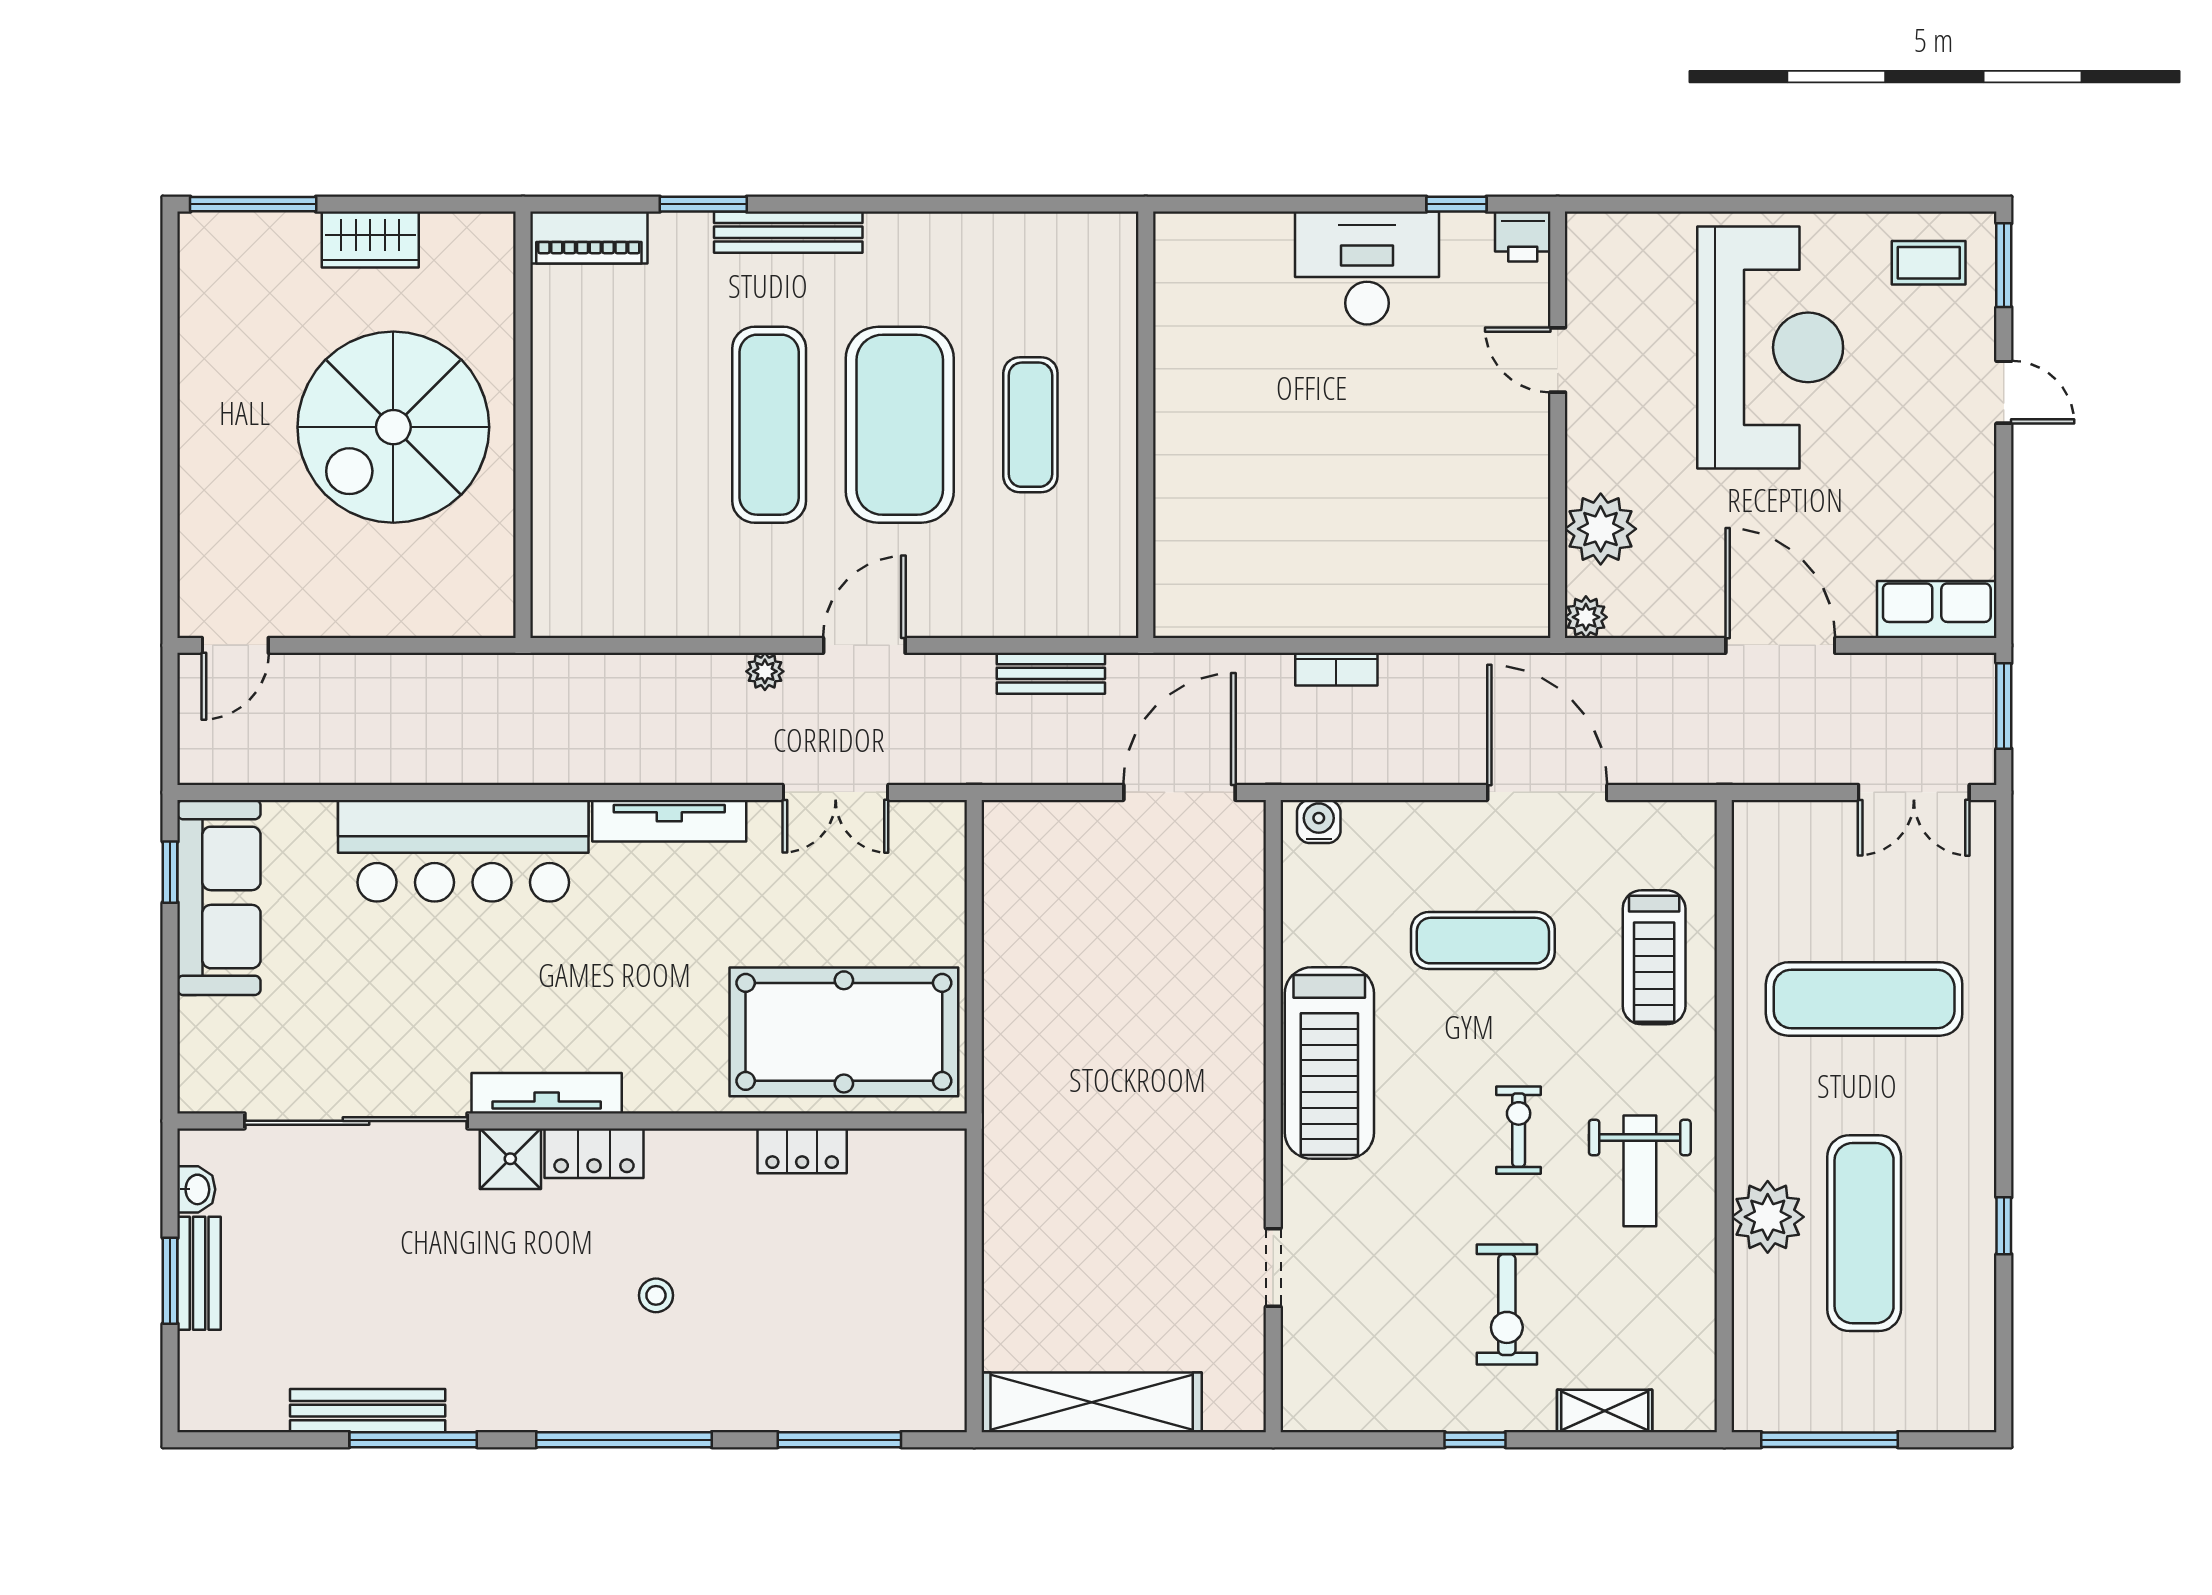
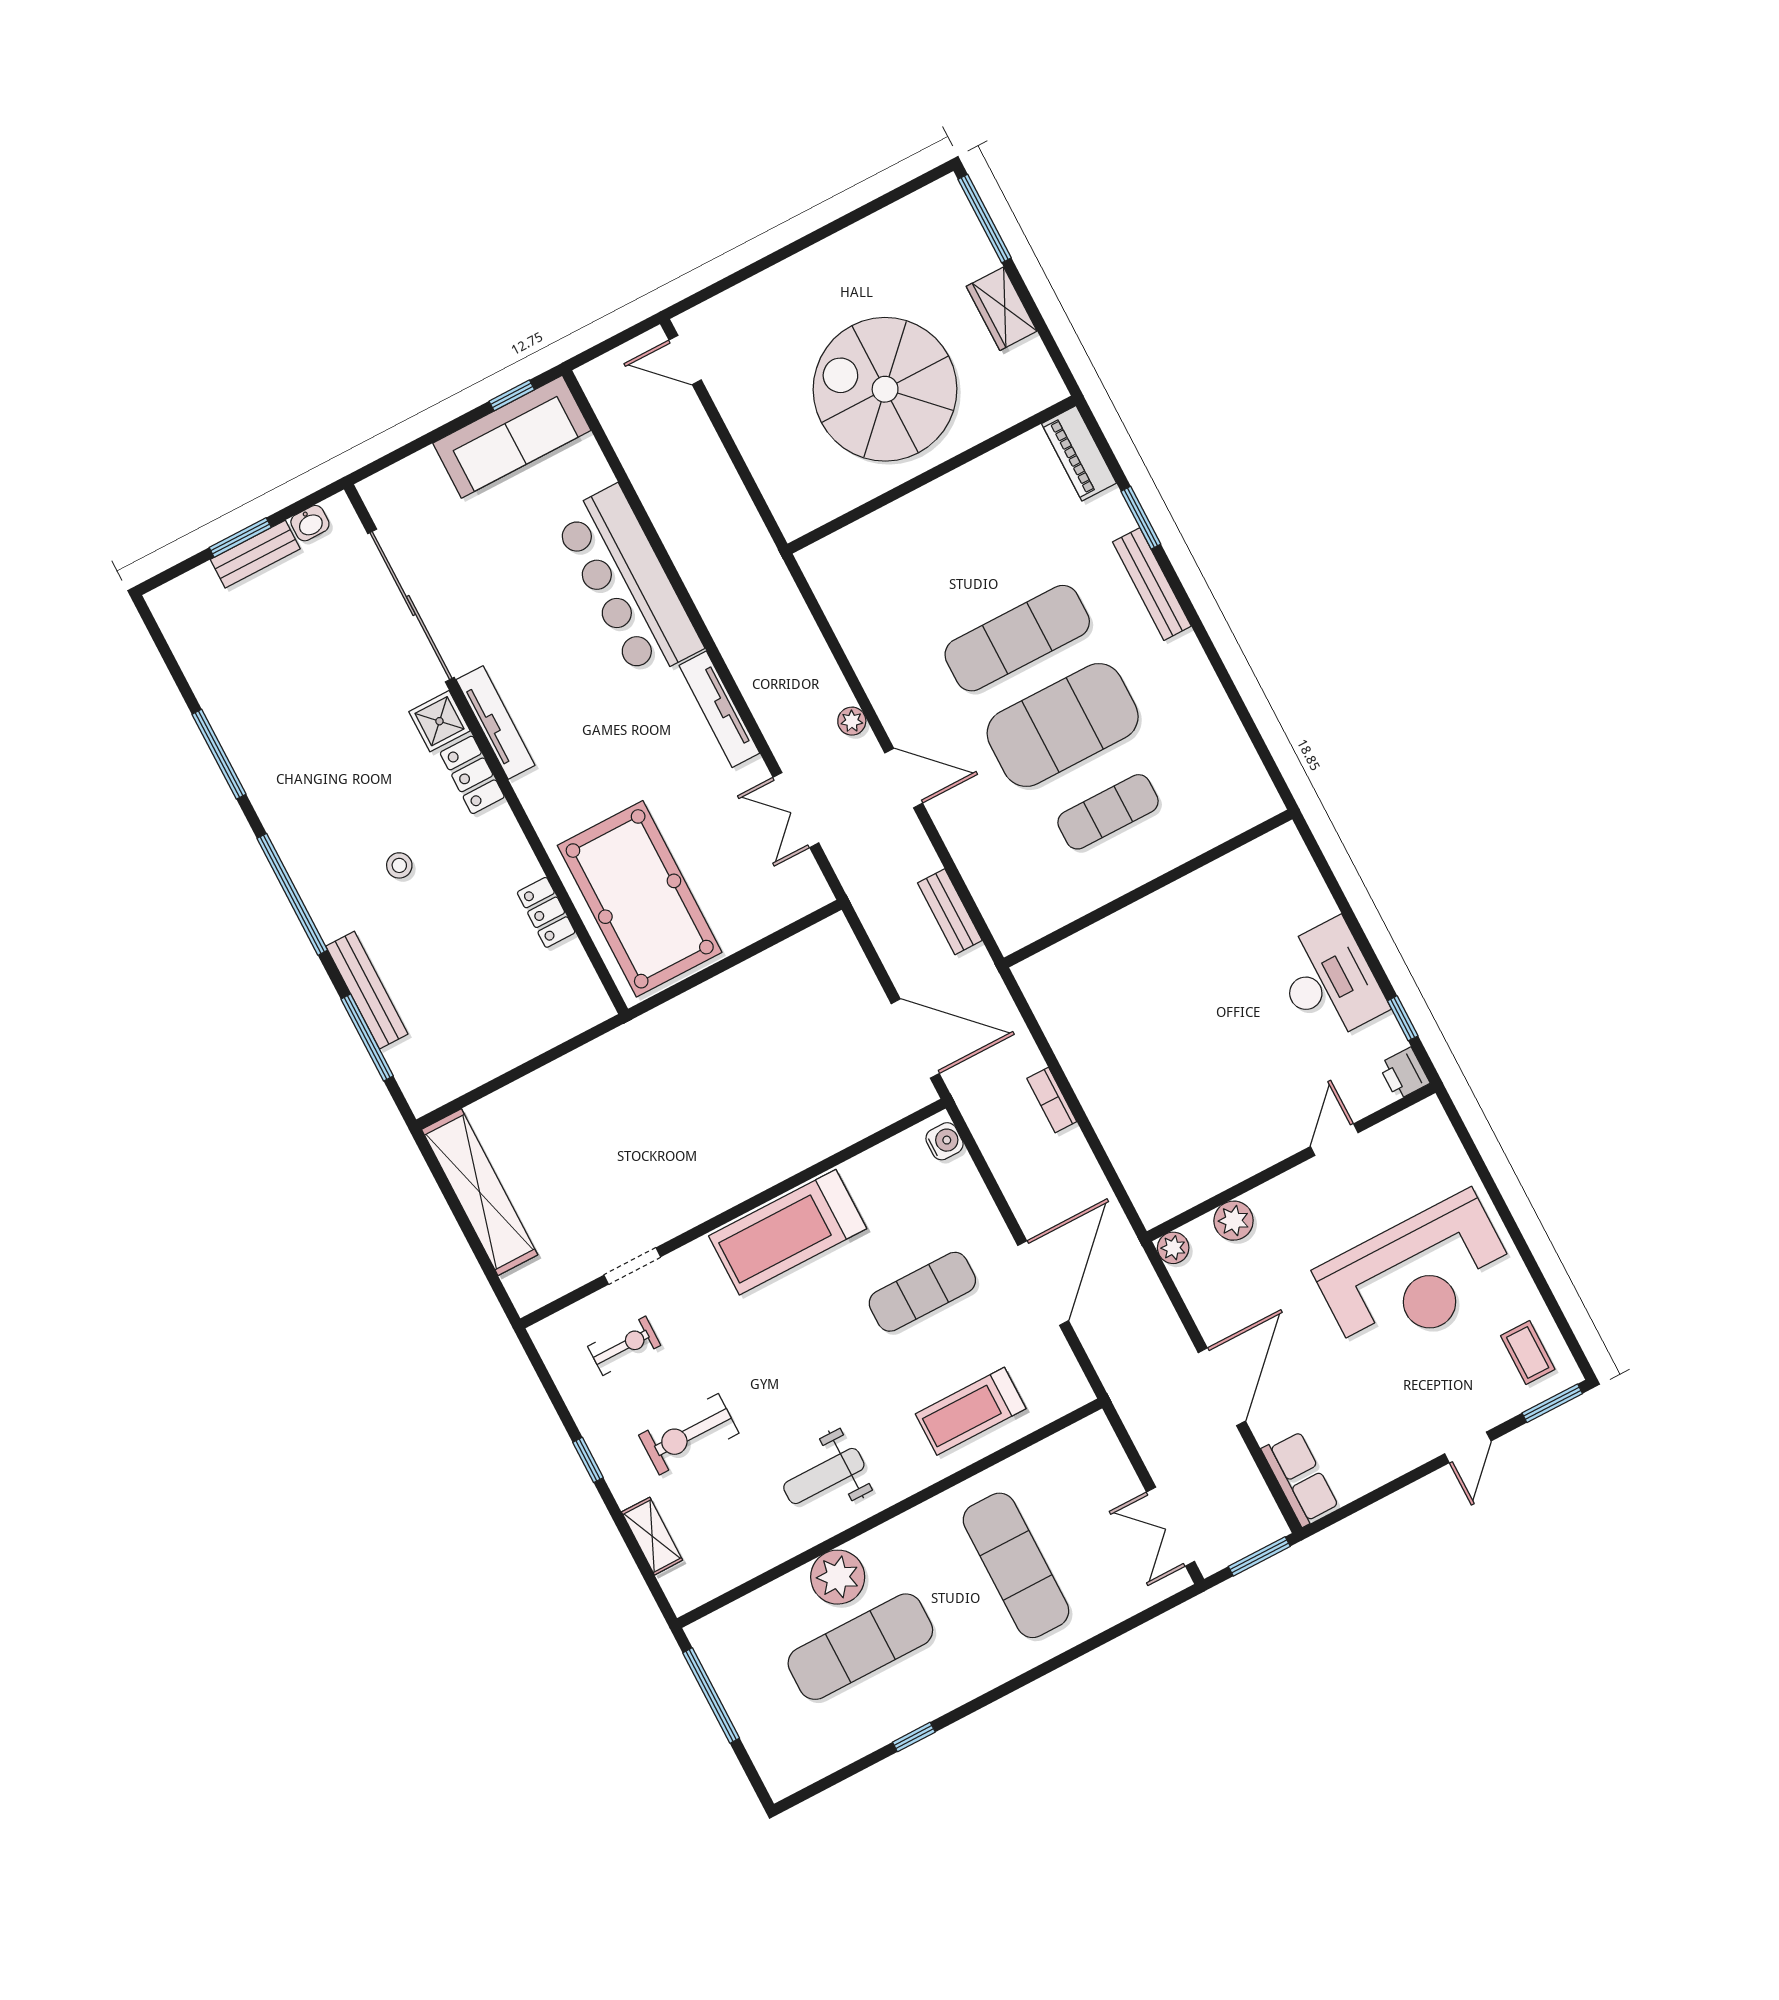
plant: (1601, 529) -> (1234, 1221), width x0.73, depth x0.73
exercise mat: (1483, 941) -> (922, 1292), turned 90
exercise bike: (1519, 1130) -> (624, 1346), moved
bench: (368, 1411) -> (367, 990), moved

